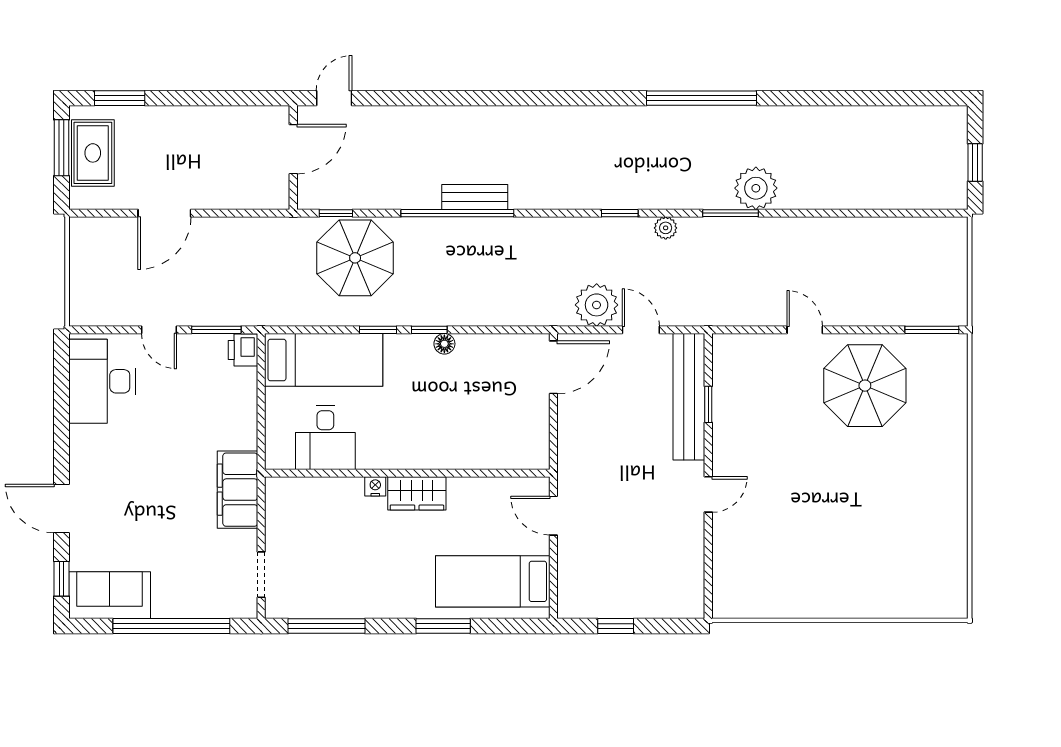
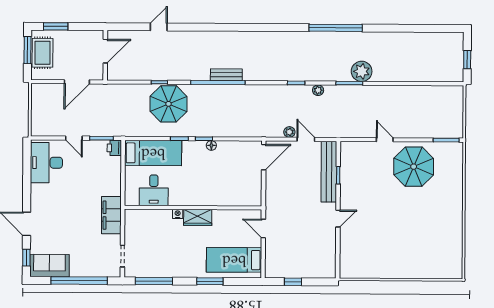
door: (293, 149) -> (105, 51), moved
wall: (293, 157) -> (105, 55), moved
plant: (597, 305) -> (289, 132), width x0.53, depth x0.53

